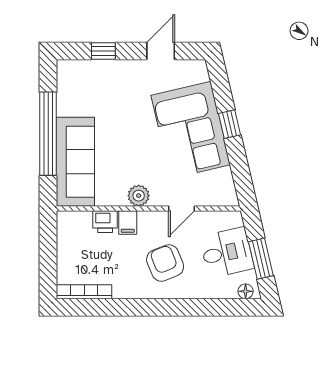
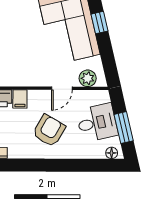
plant: (139, 196) -> (88, 78), moved
armchair: (165, 263) -> (49, 131), turned 52

